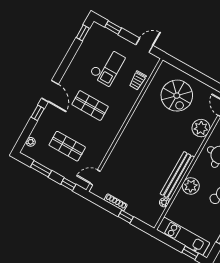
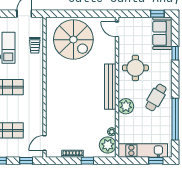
spiral stairs: (177, 96) -> (73, 40), width x1.37, depth x1.37
plant: (201, 128) -> (108, 145), moved
bench: (177, 176) -> (110, 87), moved

